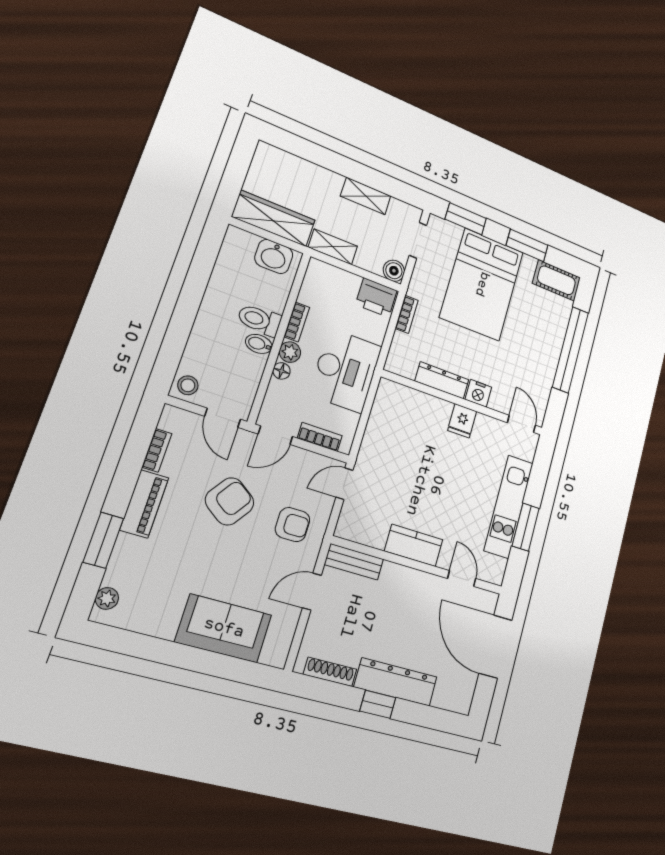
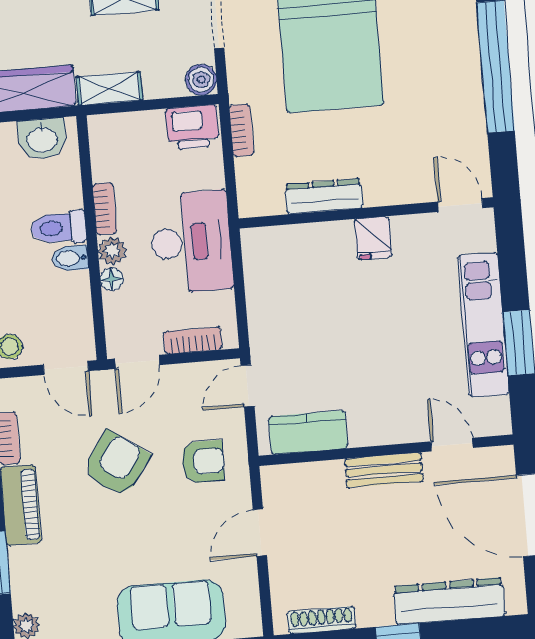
nightstand: (478, 393) -> (382, 191), removed
kitchen counter: (414, 545) -> (308, 432), moved
bench: (354, 562) -> (384, 470), moved
dresser: (396, 682) -> (449, 601), moved

